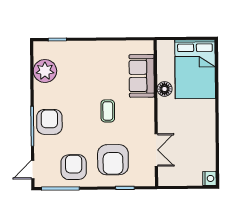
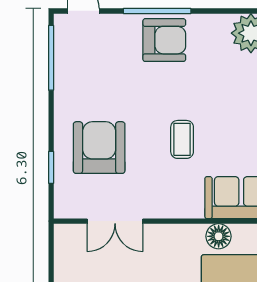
coffee table: (108, 111) -> (182, 139), turned 90
armchair: (113, 160) -> (99, 148), turned 90
armchair: (74, 167) -> (87, 81), removed

